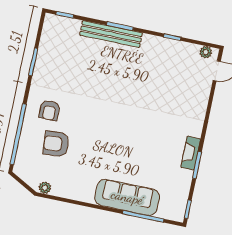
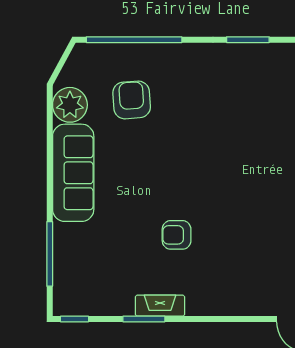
armchair: (49, 110) -> (177, 235), moved
plant: (45, 188) -> (70, 105), width x1.88, depth x1.88
sofa: (127, 197) -> (73, 173), moved

